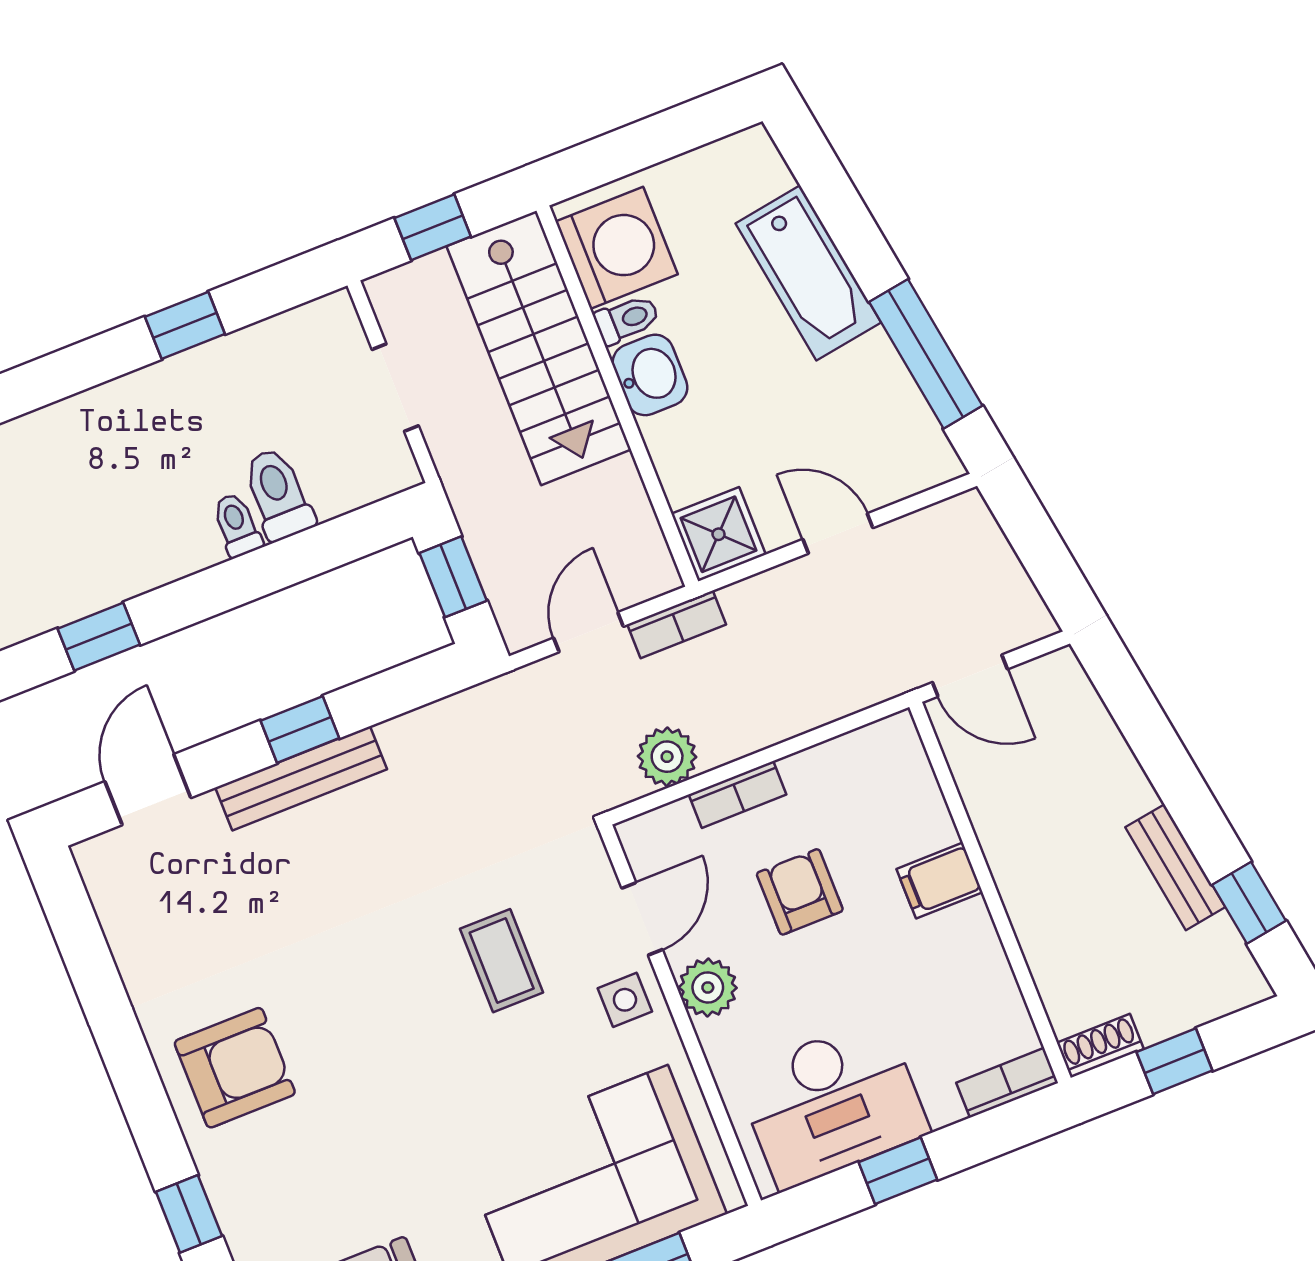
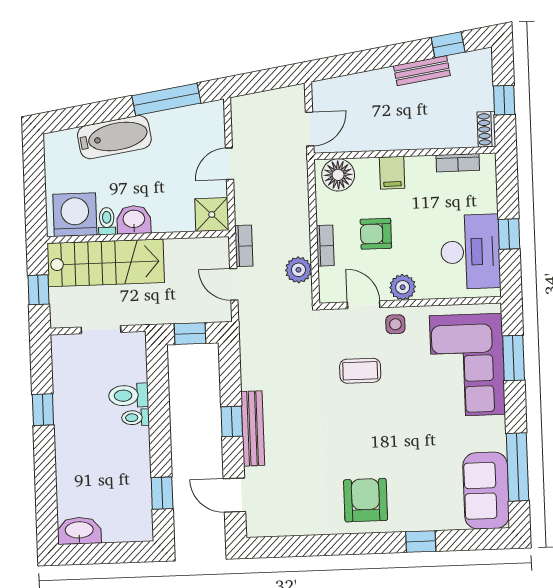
floor lamp: (895, 769) -> (338, 175), added
bookcase: (1007, 1083) -> (458, 163), moved, turned -90

